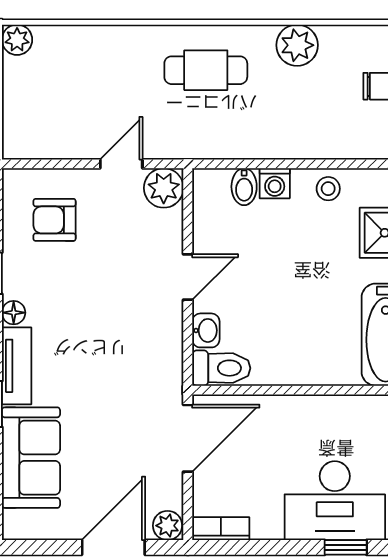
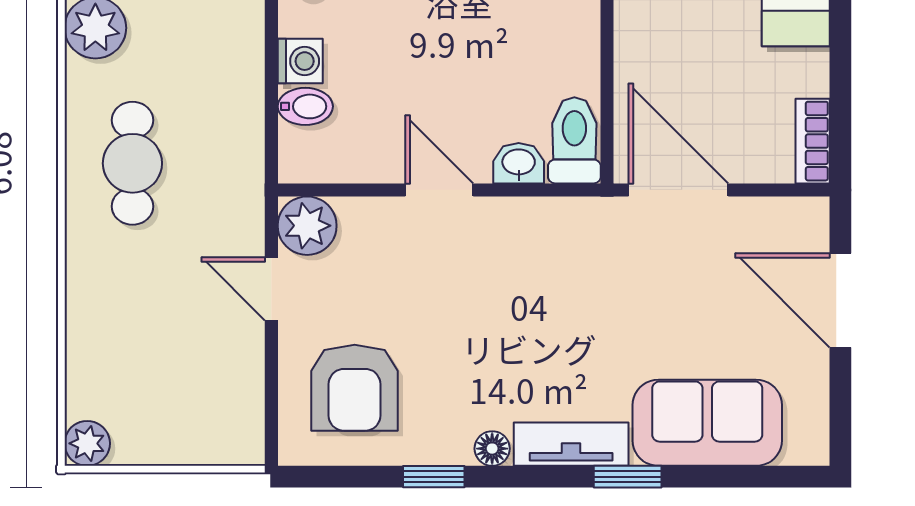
armchair: (55, 220) -> (355, 388), width x1.38, depth x1.38
plant: (167, 526) -> (808, 220), removed

